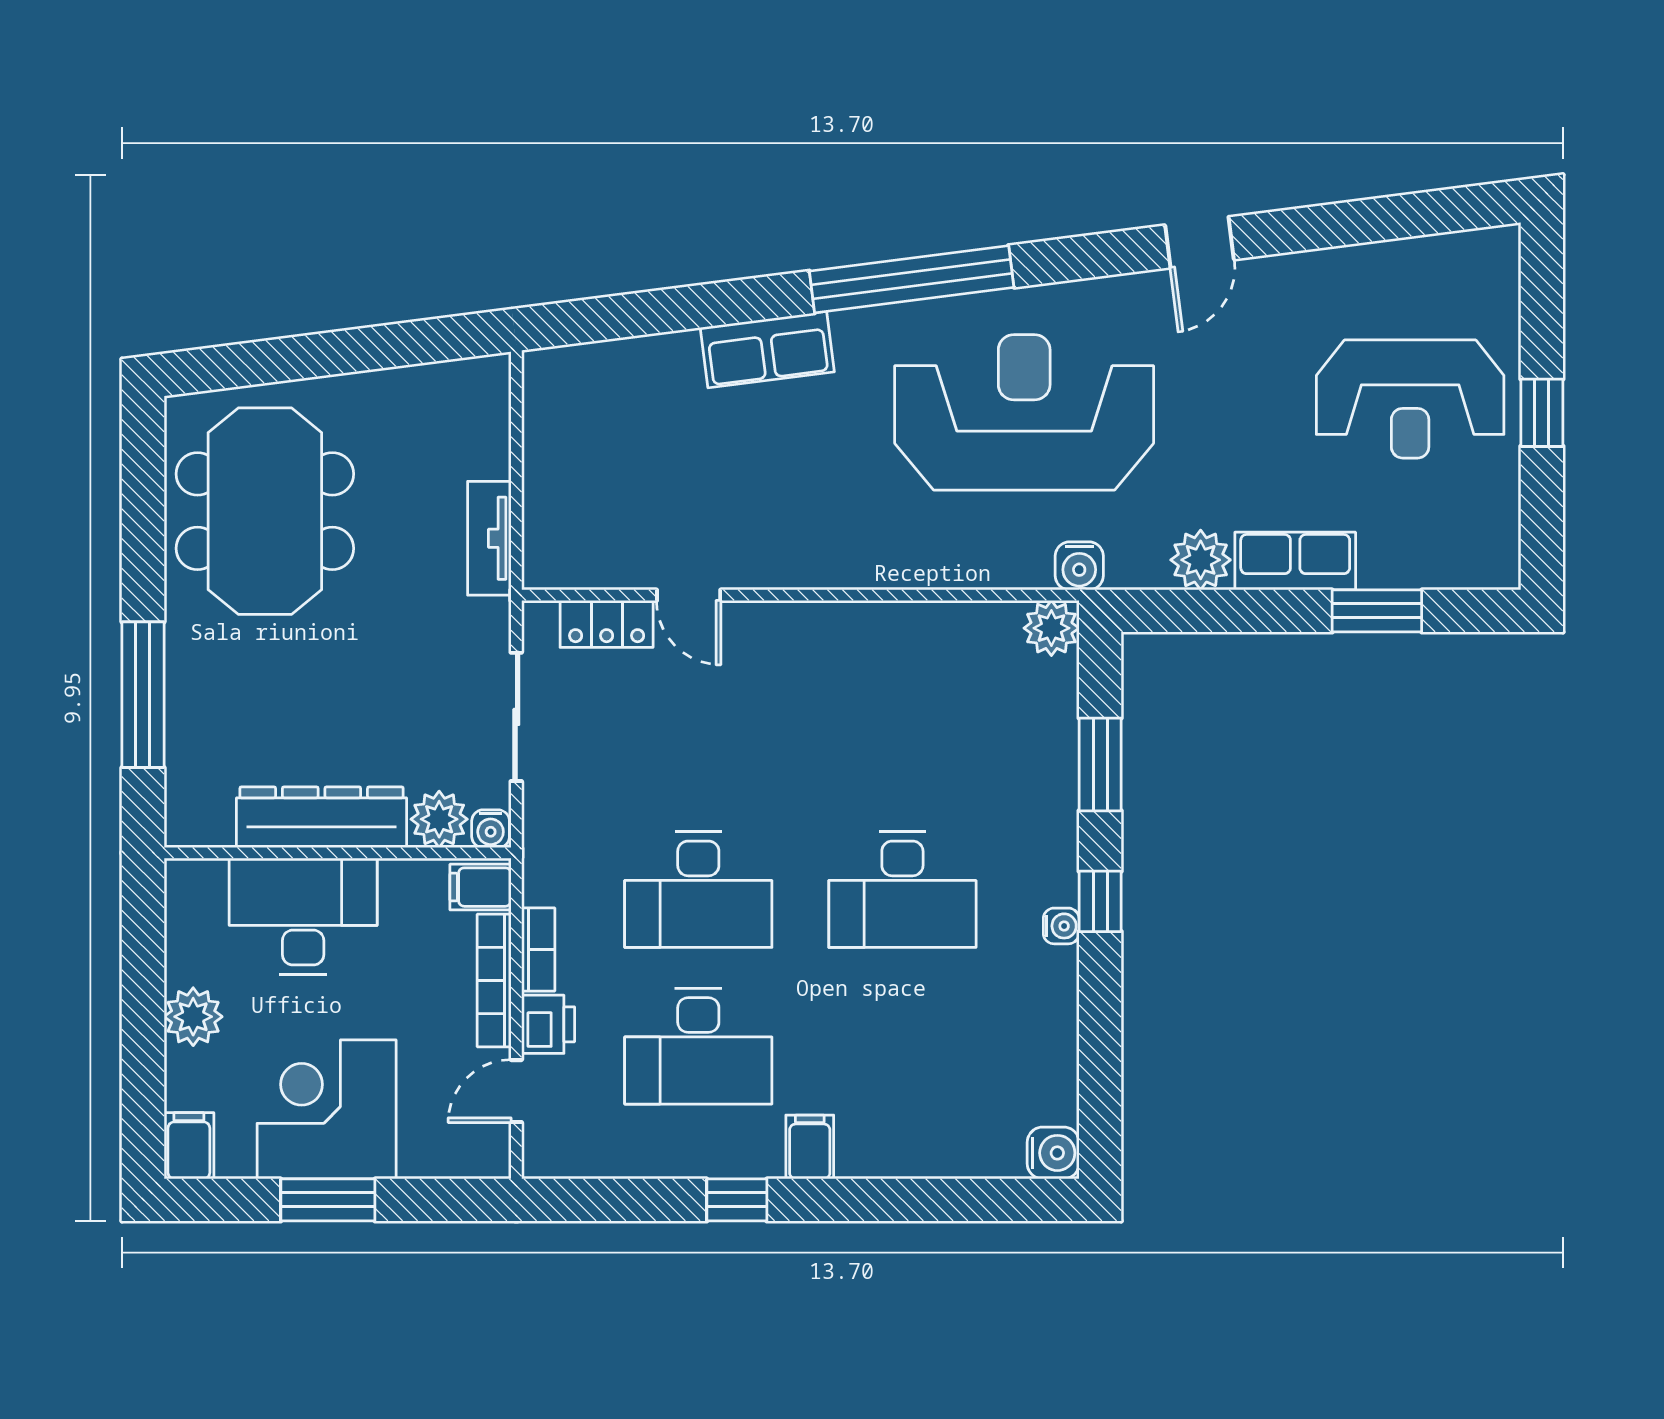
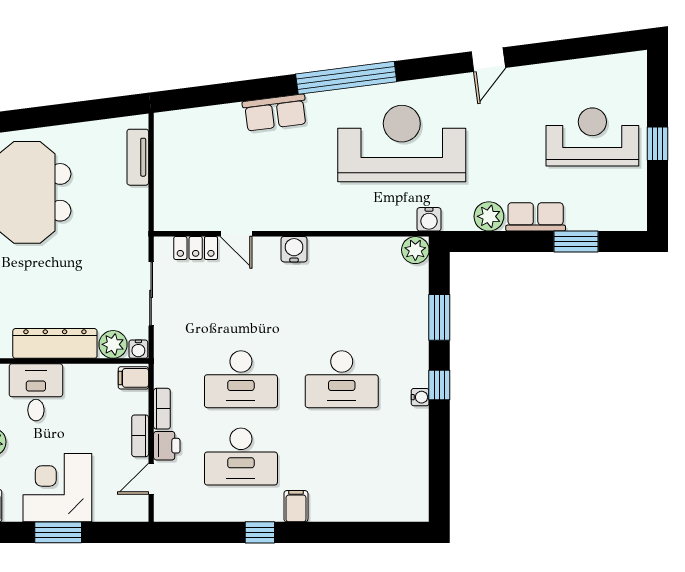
reception desk: (1410, 399) -> (592, 137), turned 180
tv unit: (489, 538) -> (138, 157), moved
desk: (303, 916) -> (36, 392), width x0.73
bookcase: (494, 980) -> (140, 436), width x0.64
water cooler: (1053, 1153) -> (294, 249), moved, turned -90

